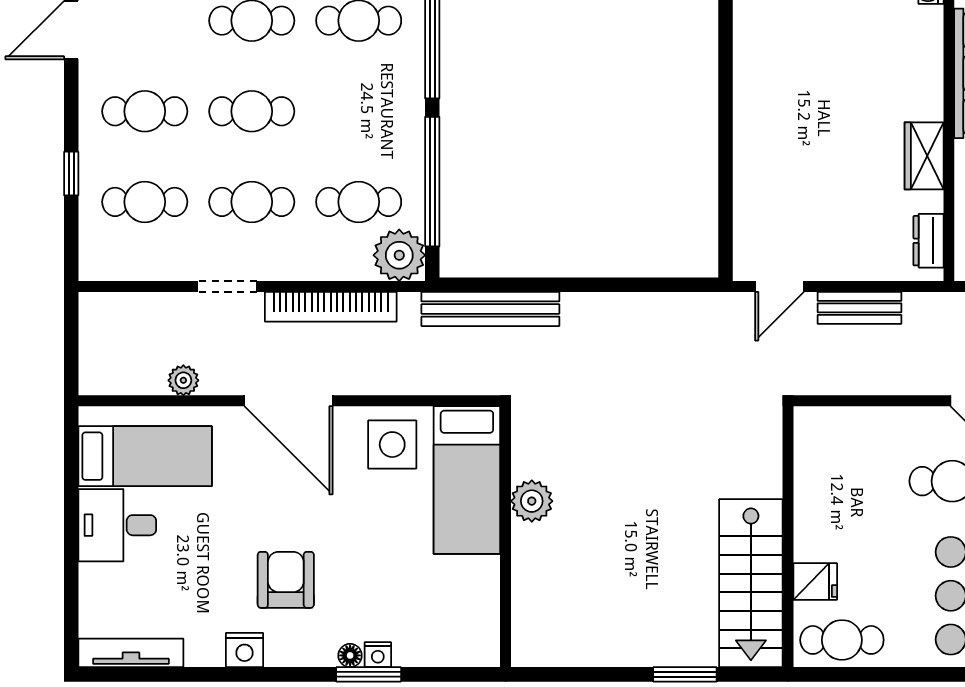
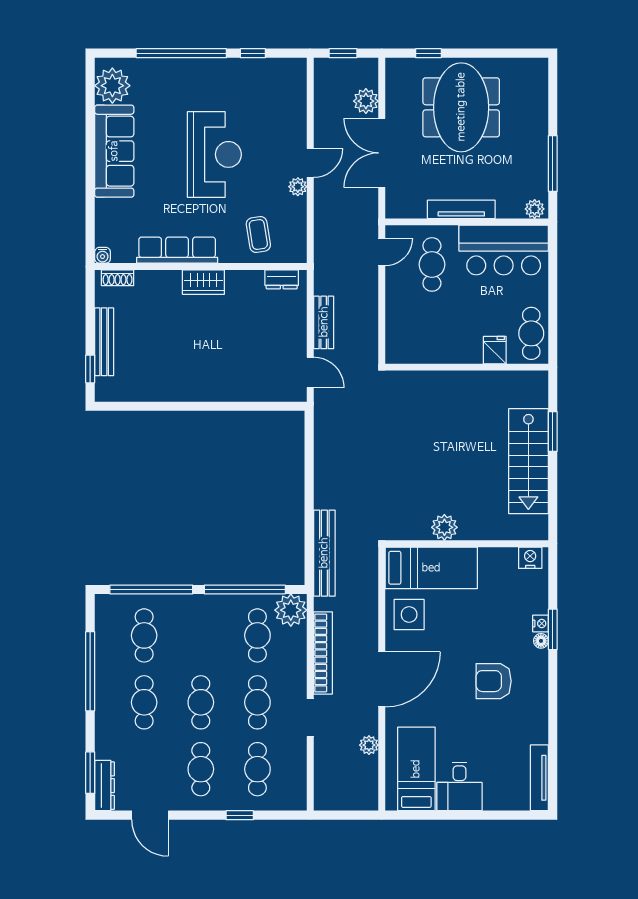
wardrobe: (924, 156) -> (203, 282), moved
stairs: (751, 583) -> (528, 461), moved, turned 90
nightstand: (244, 650) -> (530, 558), moved, turned -90

